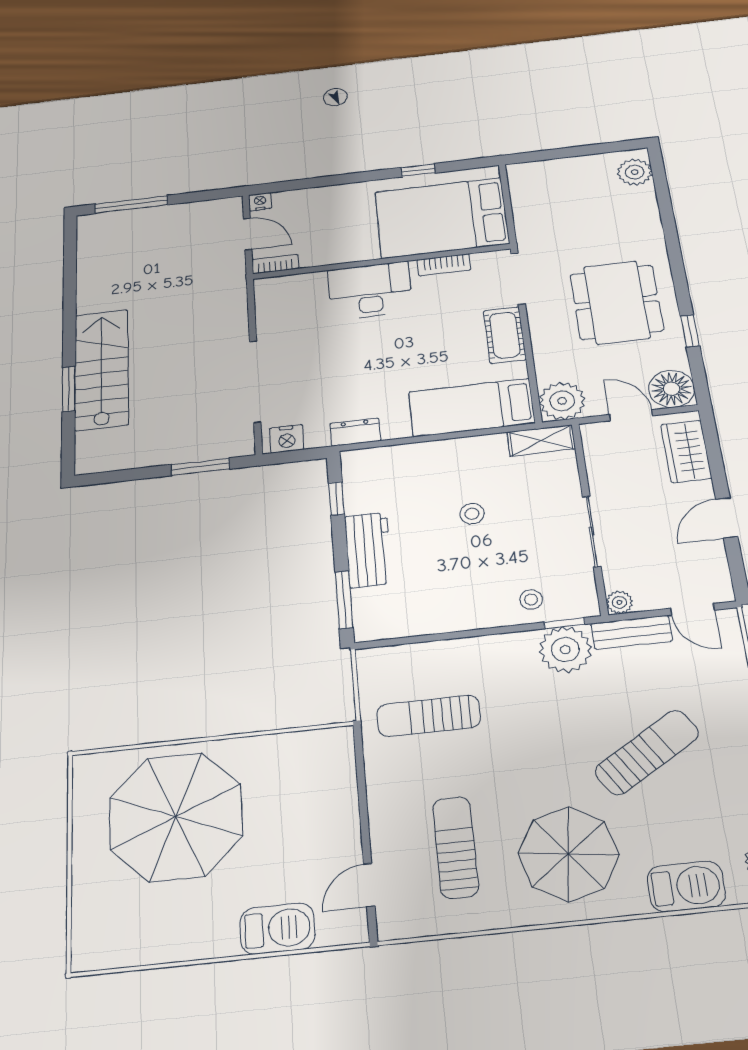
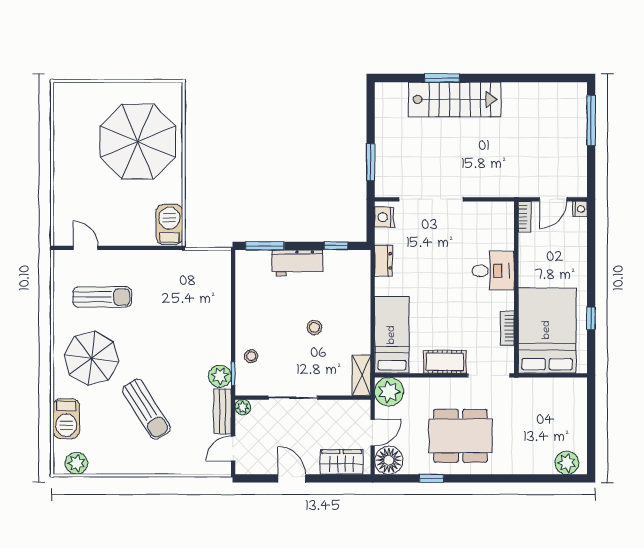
desk: (370, 291) -> (493, 271), width x0.73
plant: (565, 650) -> (220, 376), width x0.73, depth x0.73
sun lounger: (429, 716) -> (183, 289), removed
barbecue: (277, 929) -> (169, 224), moved, turned 180

